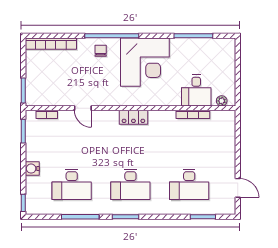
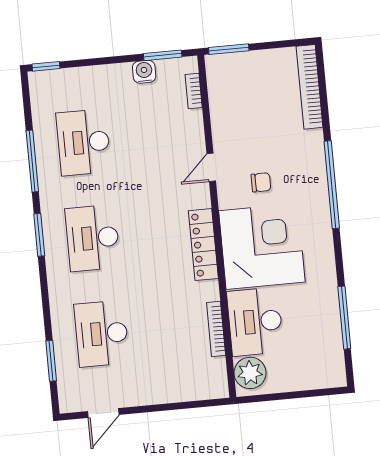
chair: (101, 51) -> (261, 182), moved
corner desk: (145, 62) -> (262, 246), moved, turned 180
desk: (196, 90) -> (255, 322), width x1.37
plant: (222, 101) -> (250, 373), width x1.88, depth x1.88
door: (83, 108) -> (211, 167), moved
locker: (133, 117) -> (203, 245), width x1.53
water cooler: (32, 169) -> (144, 72), moved

